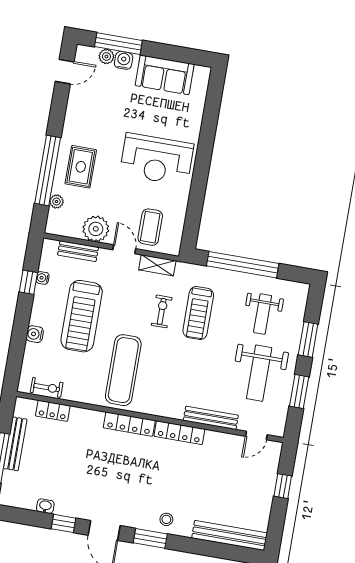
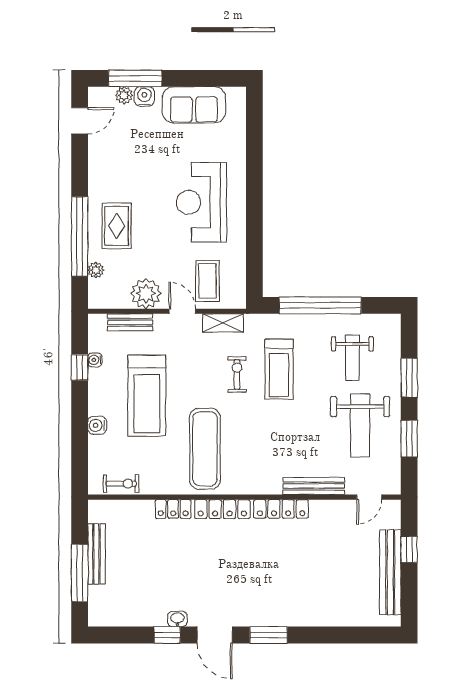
reception desk: (157, 159) -> (201, 202), turned 90
locker: (53, 411) -> (173, 509), moved
washbasin: (45, 506) -> (177, 619), moved
stool: (166, 519) -> (283, 610), removed
bench: (230, 536) -> (390, 572), moved, turned 90

